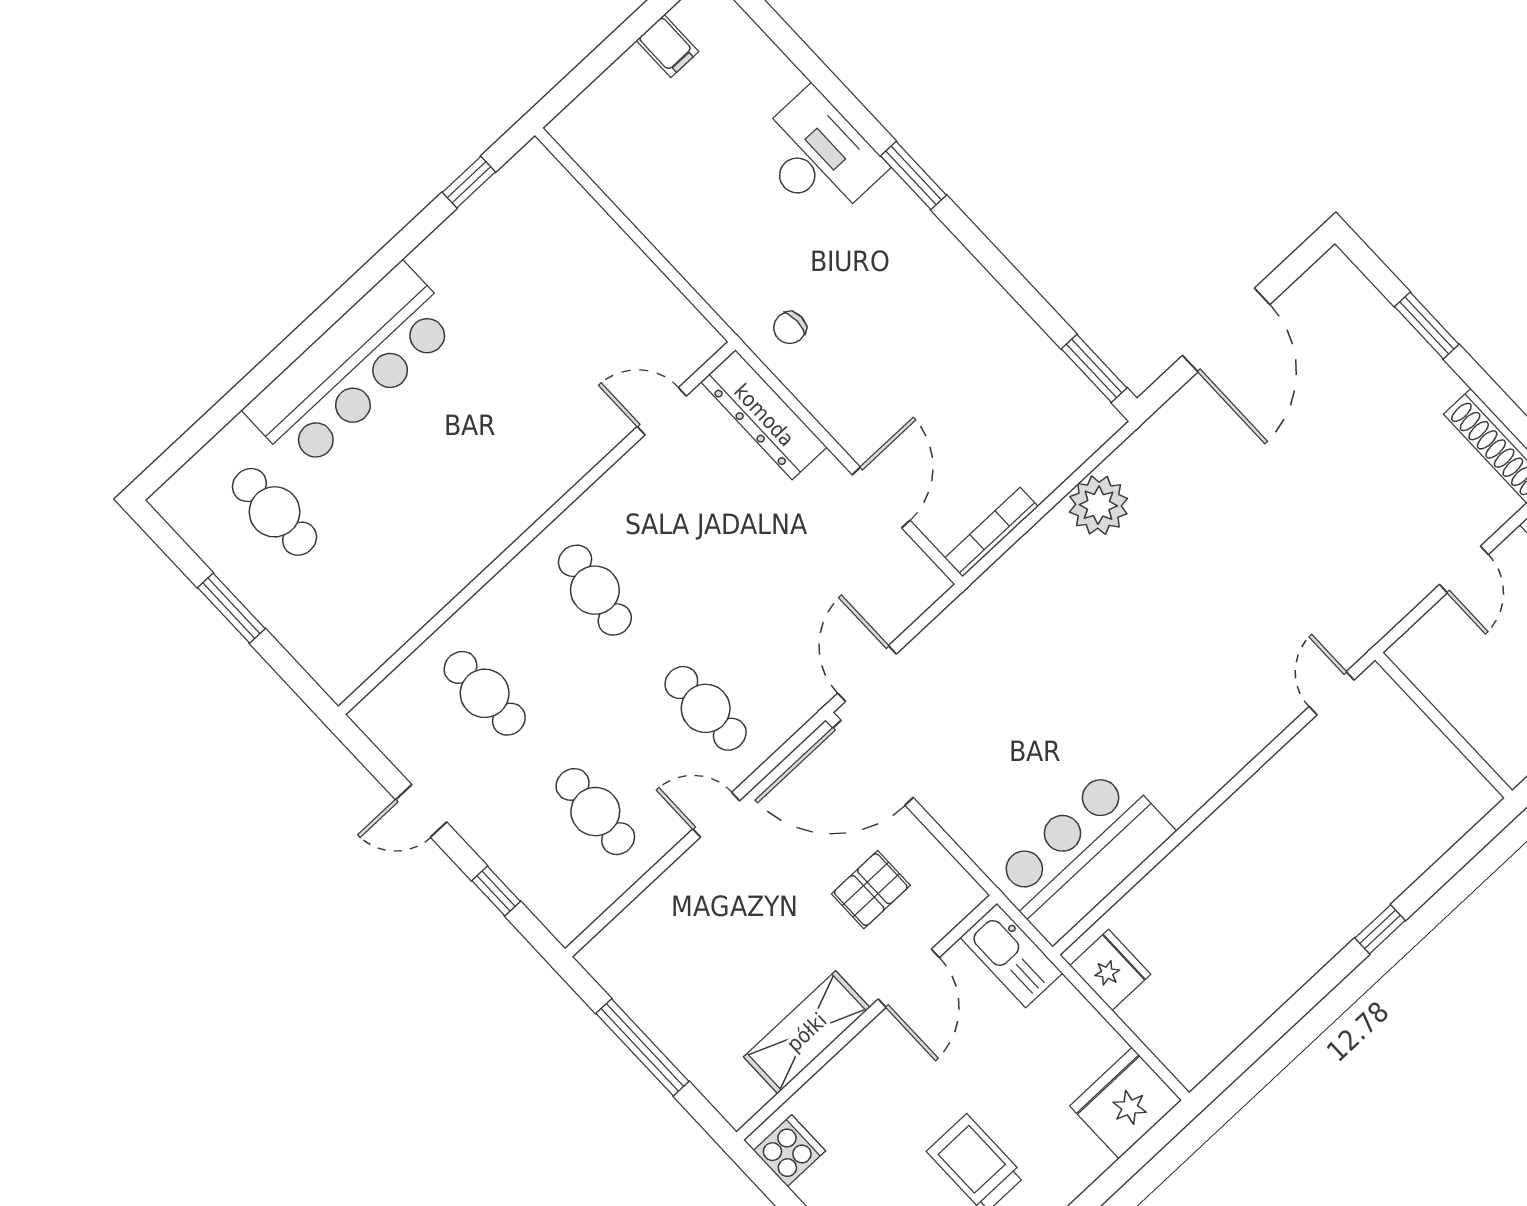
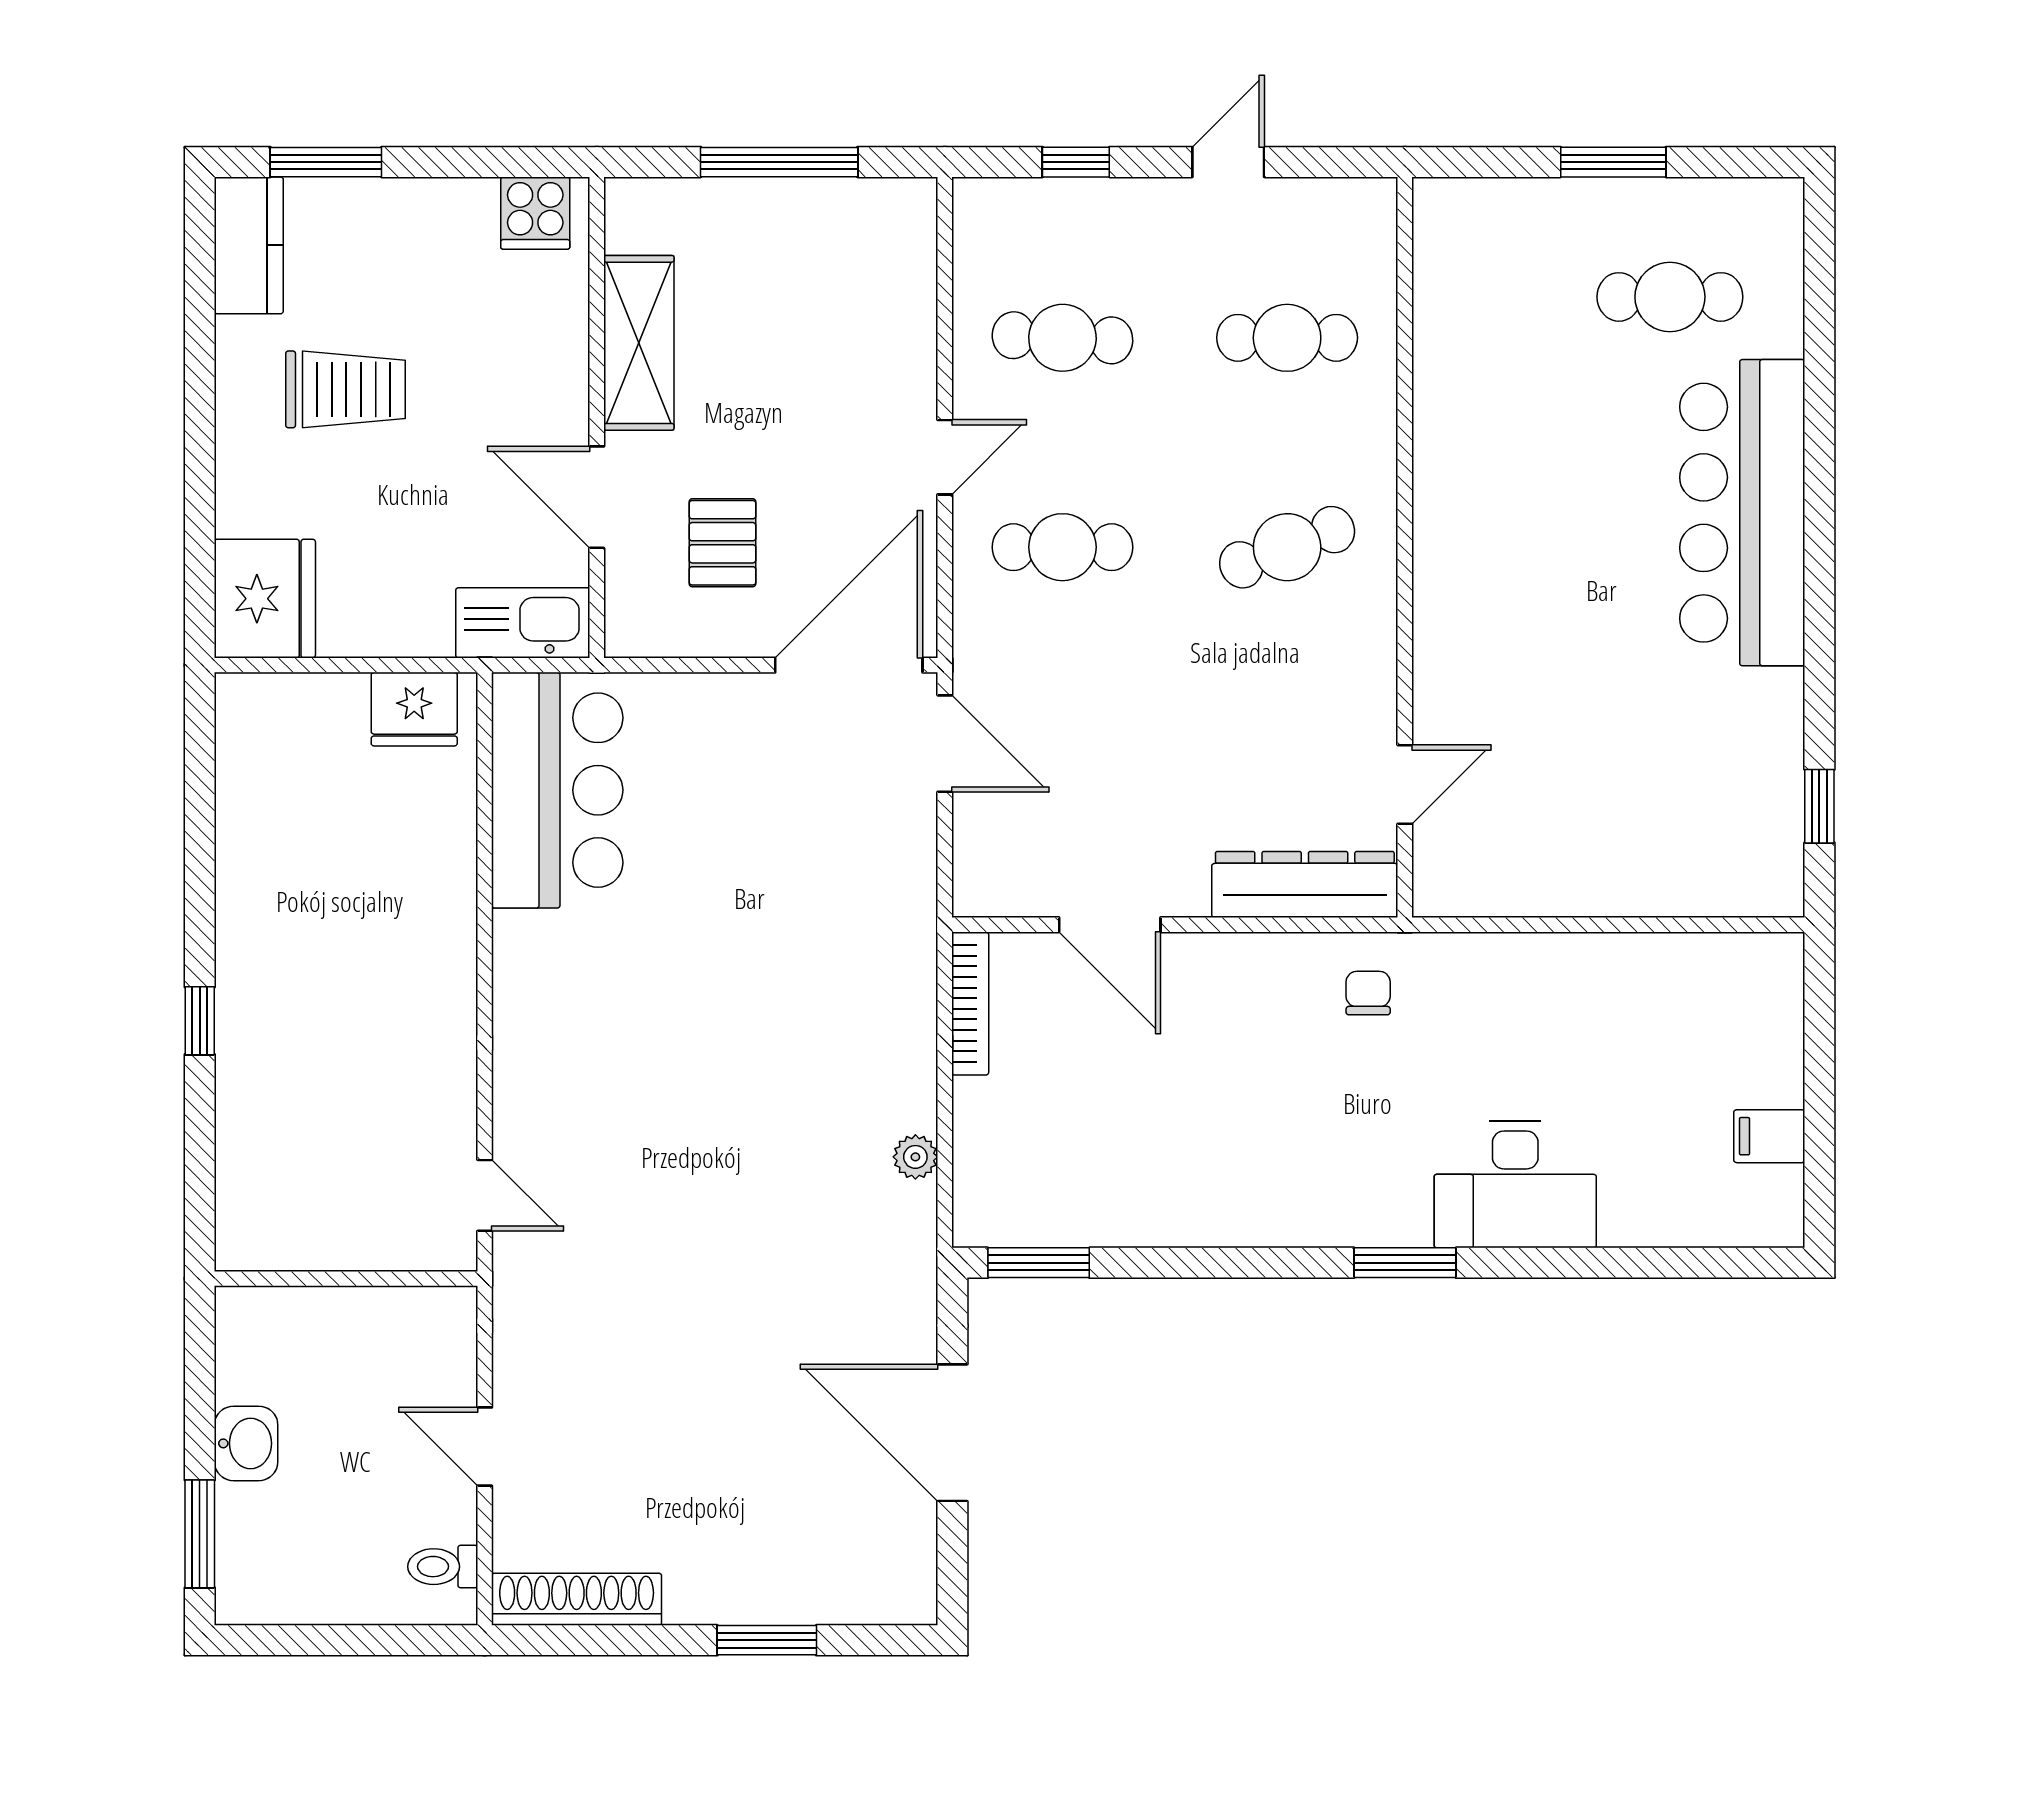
plant: (1098, 505) -> (915, 1157), width x0.53, depth x0.53
cafe table: (595, 590) -> (1287, 547), turned -30

